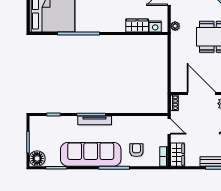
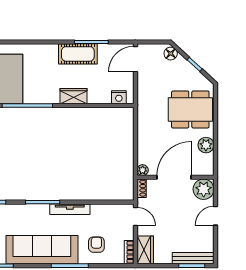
wardrobe: (137, 26) -> (73, 96), moved
plant: (175, 26) -> (143, 170), moved
door: (201, 94) -> (174, 177), hinge flipped
tv unit: (95, 120) -> (70, 209), moved

